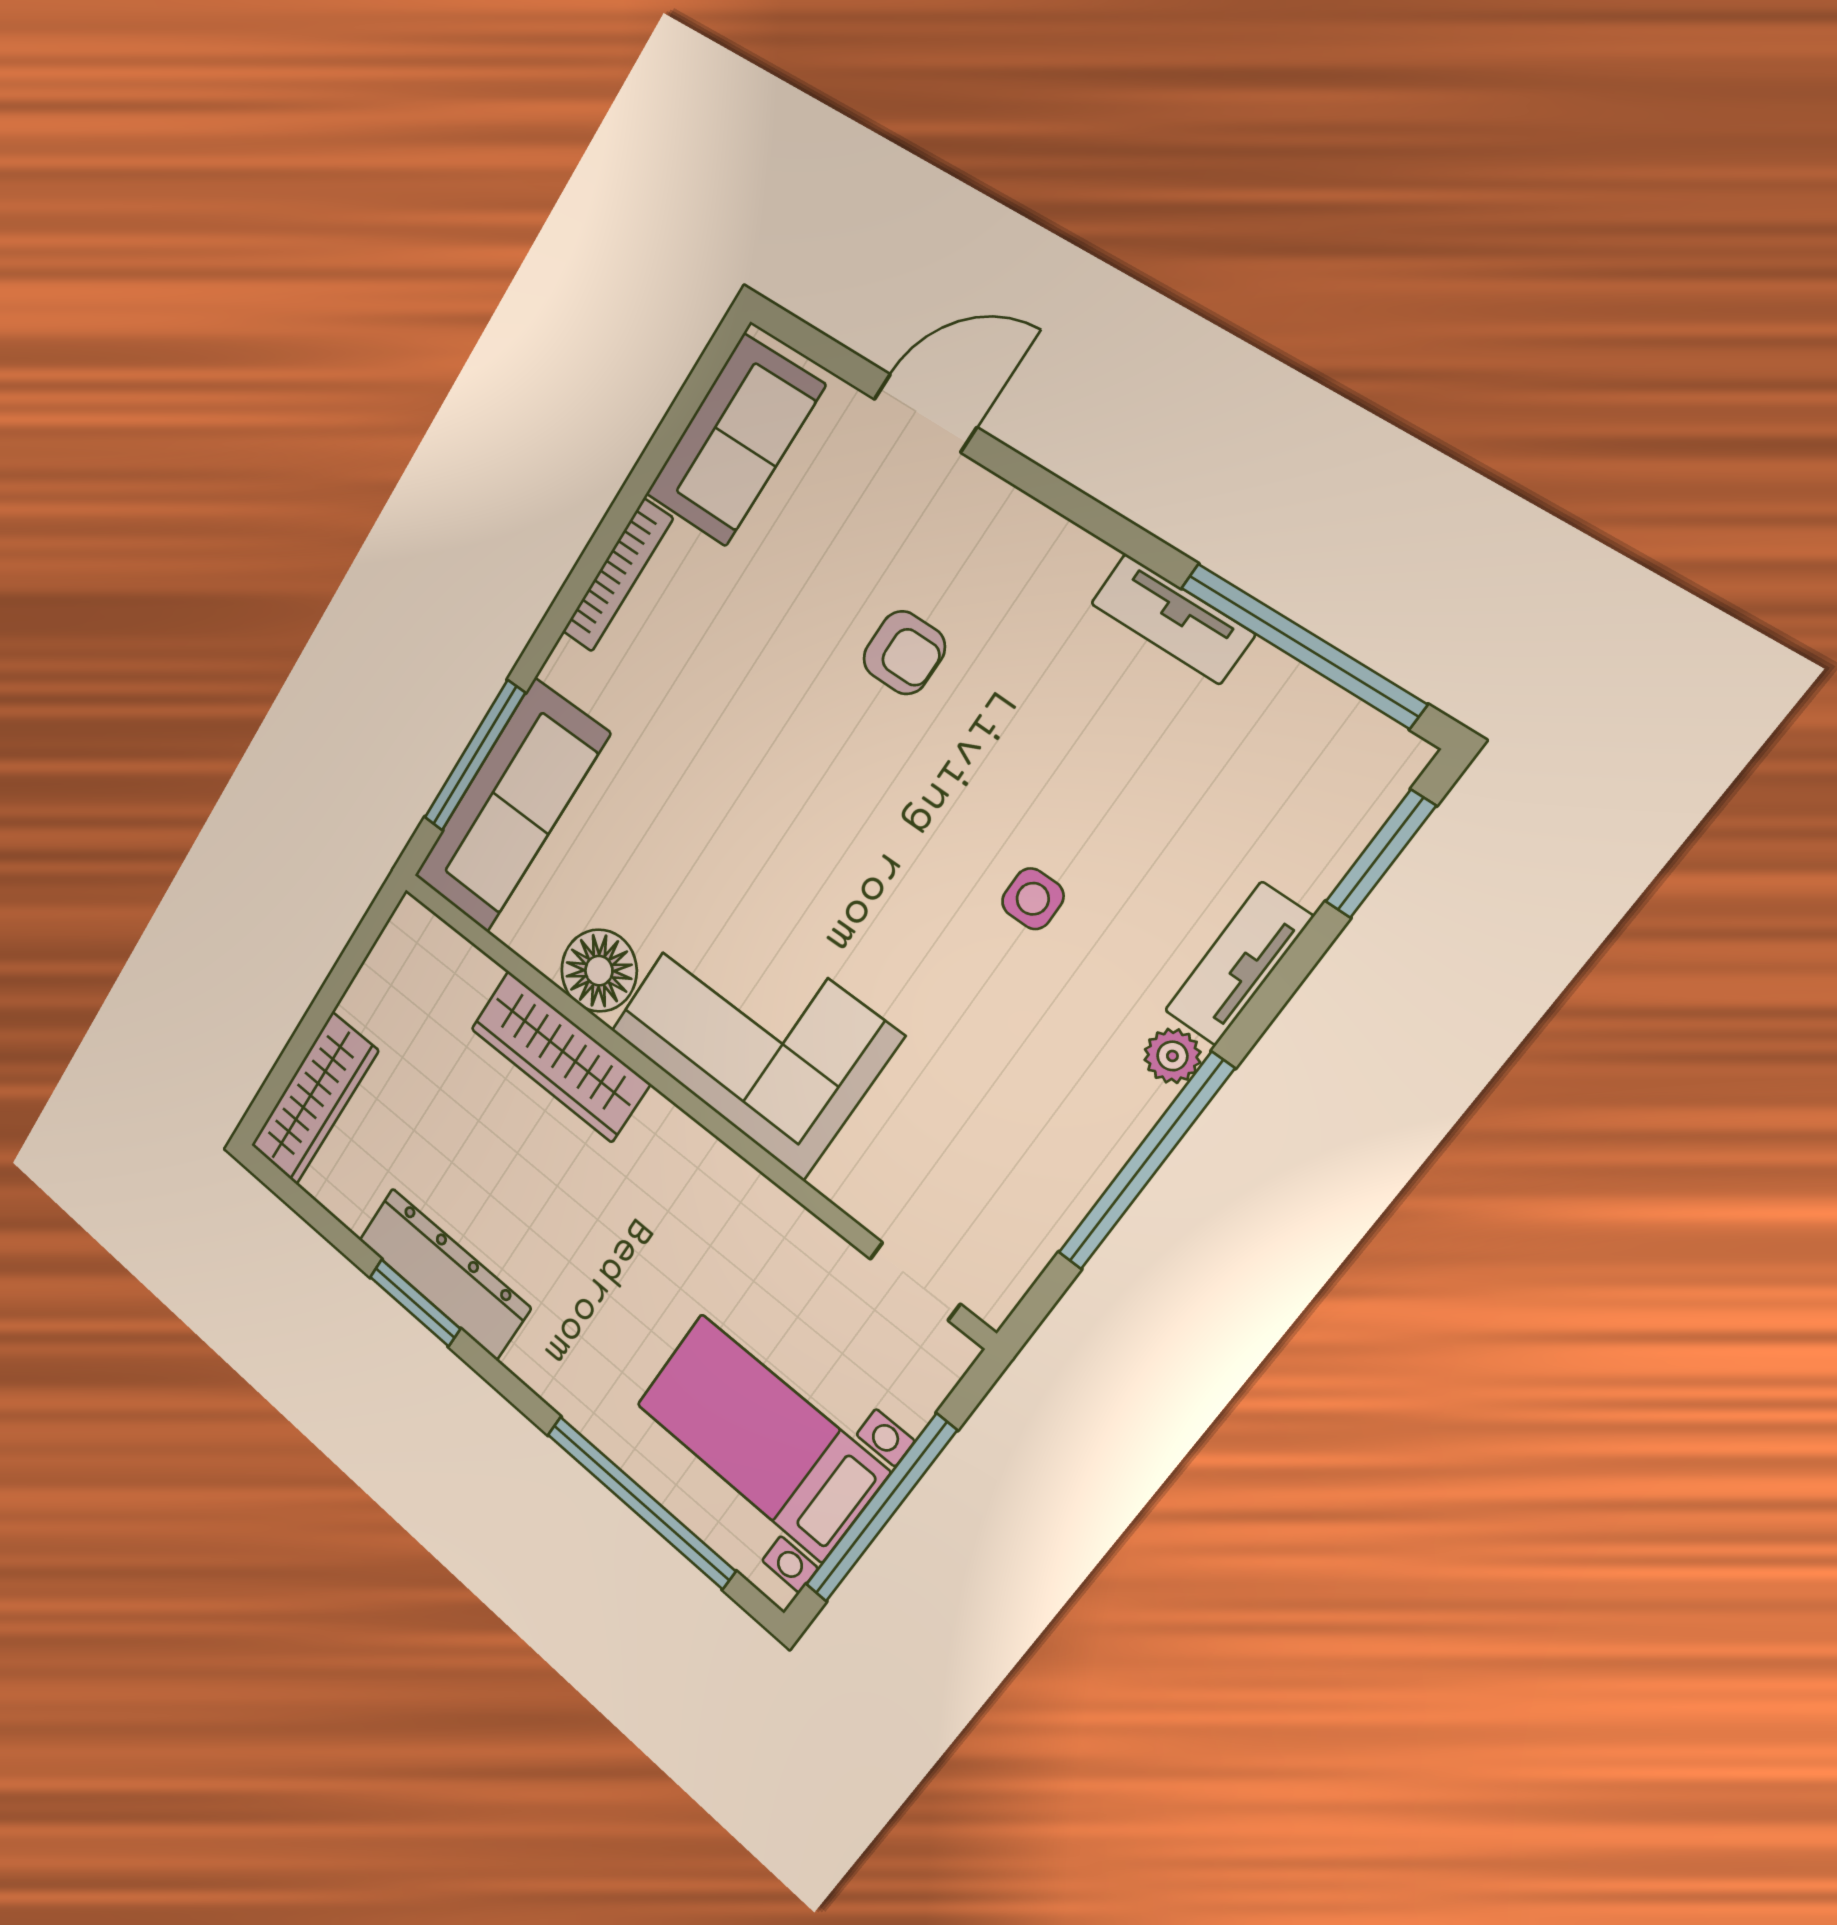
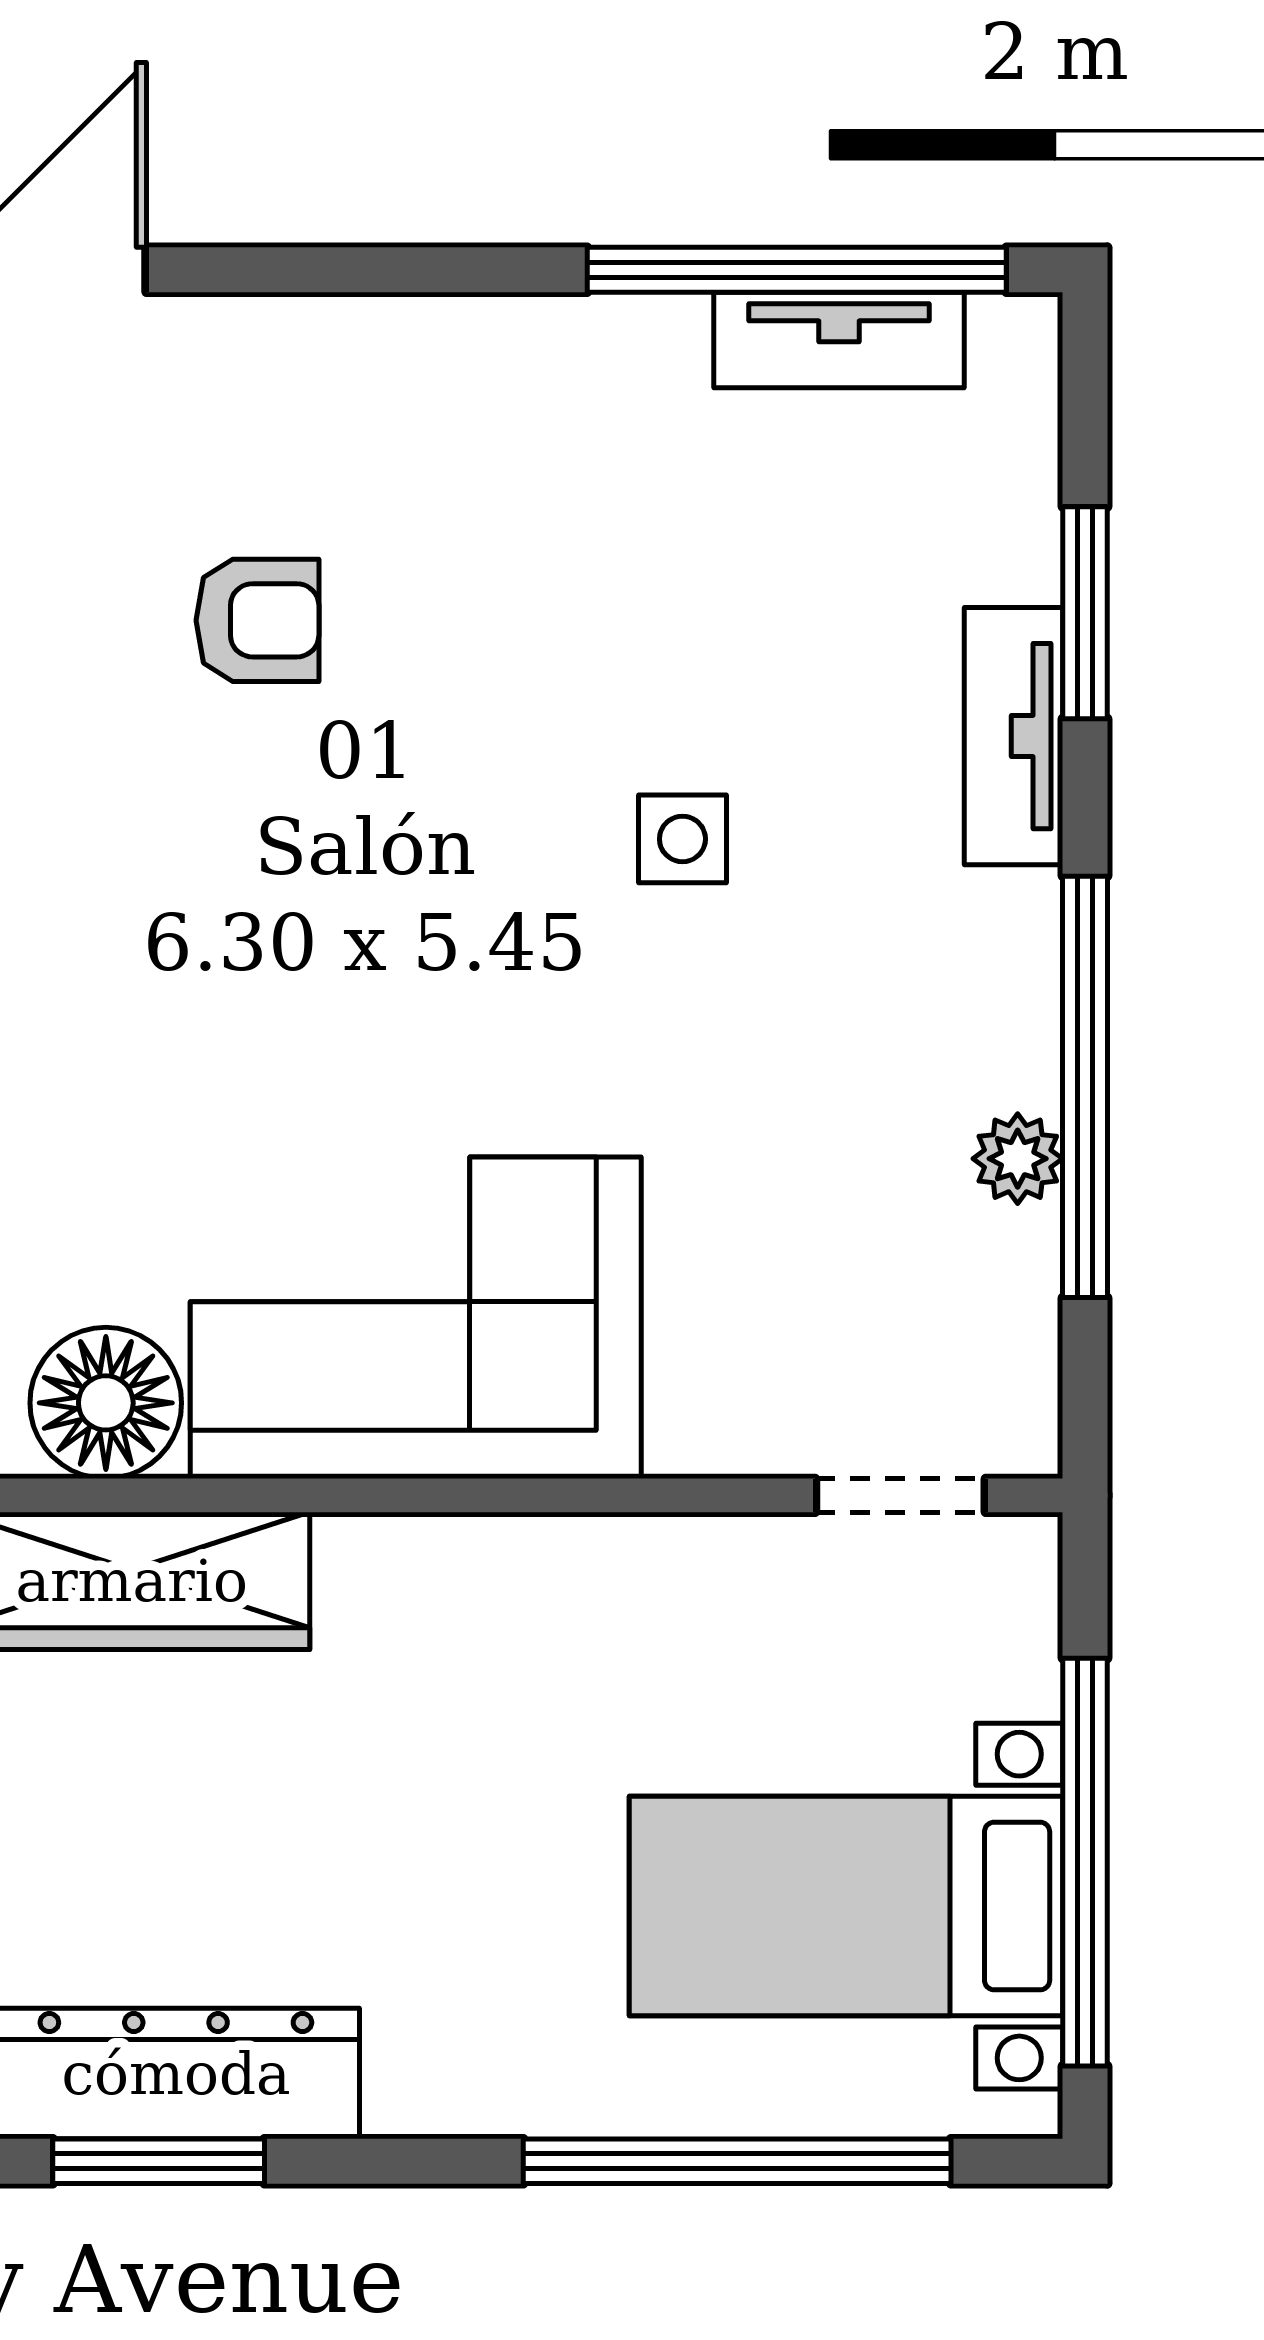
tv unit: (1172, 619) -> (839, 340), moved
window: (1380, 854) -> (1085, 613), moved
plant: (1172, 1056) -> (1018, 1159), moved

